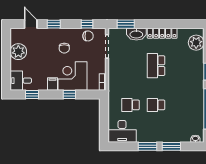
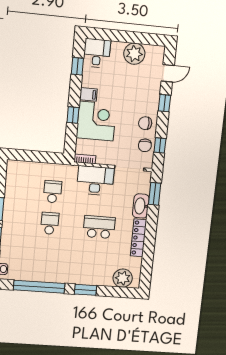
chair: (64, 48) -> (145, 123), moved
desk: (122, 131) -> (95, 181), moved, turned 90

